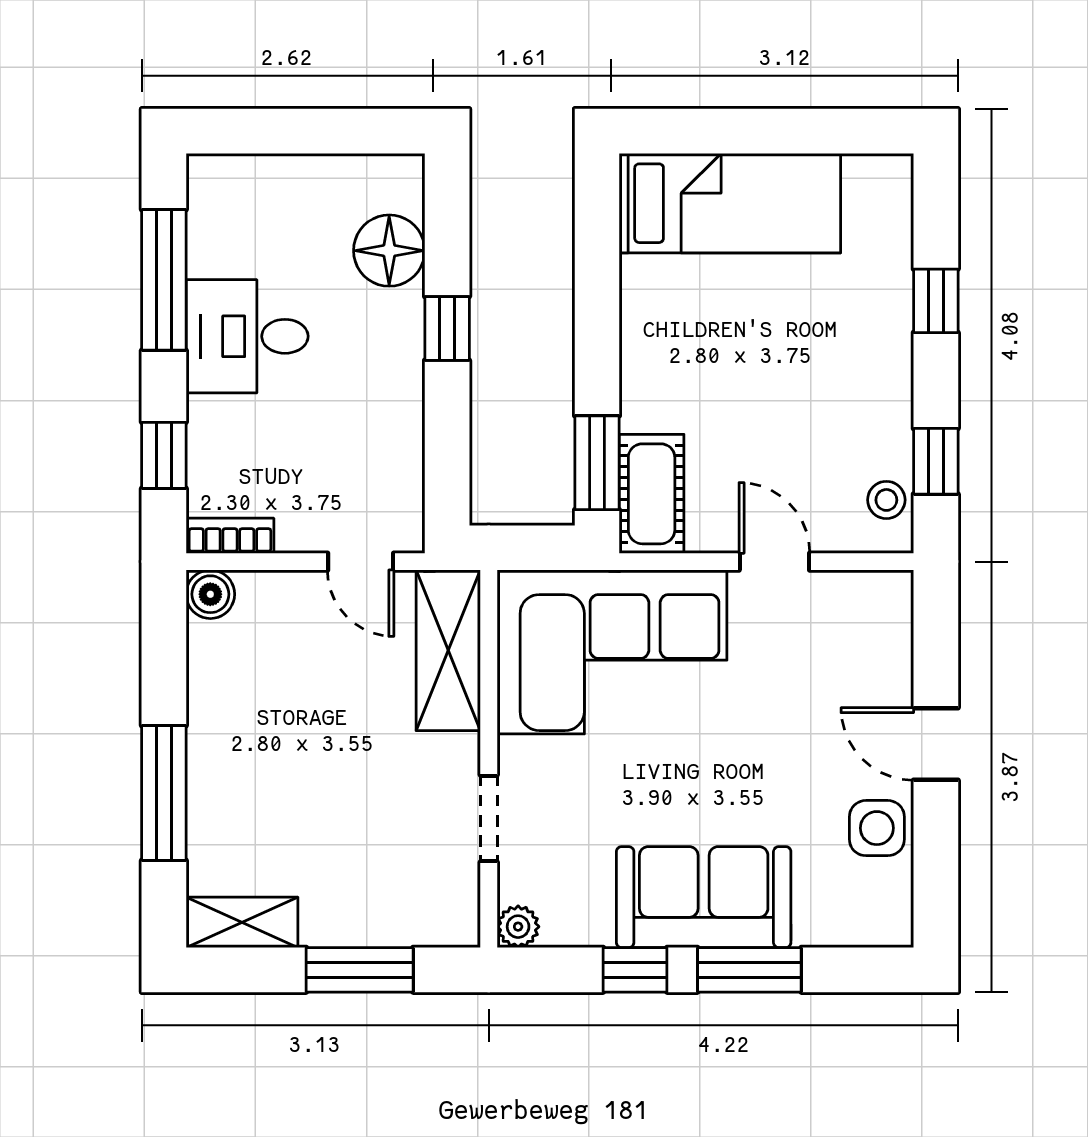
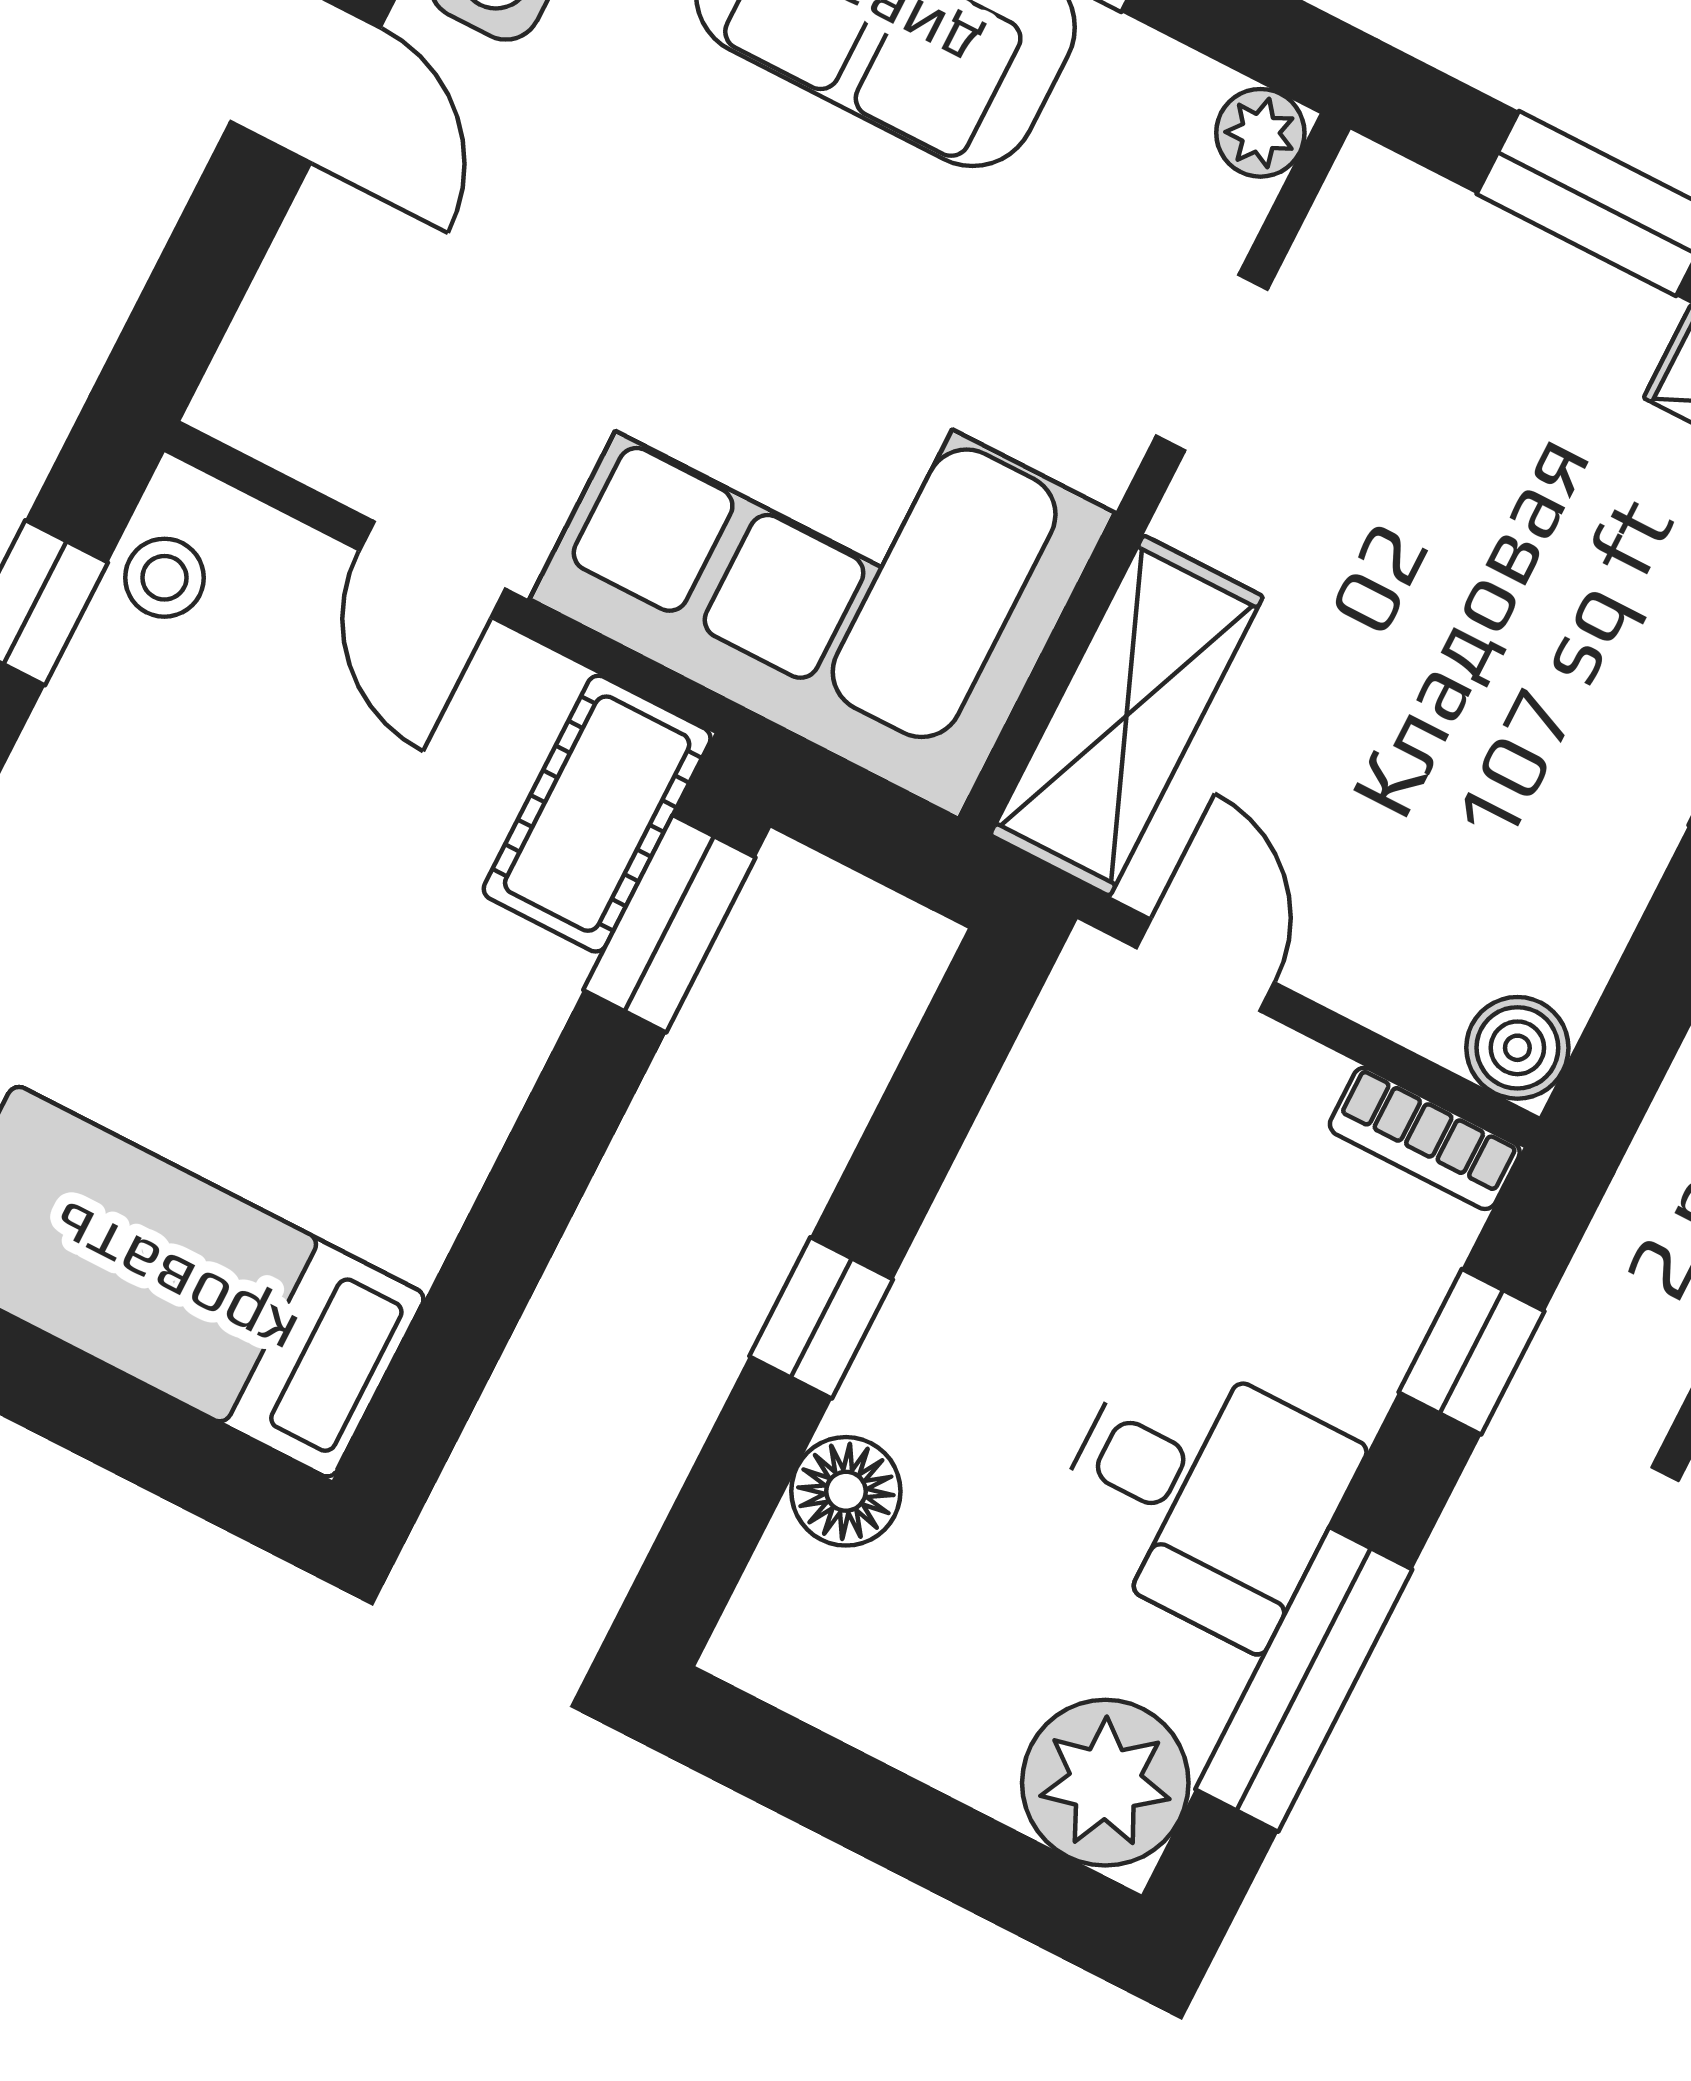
plant: (226, 193) -> (1105, 1783), added
floor lamp: (389, 251) -> (846, 1491), width x0.73, depth x0.73

